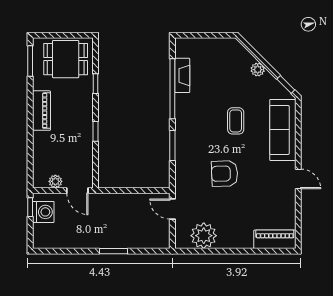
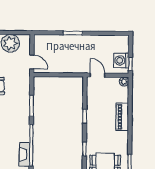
piano: (41, 111) -> (122, 117), moved
plant: (55, 181) -> (124, 82), moved

